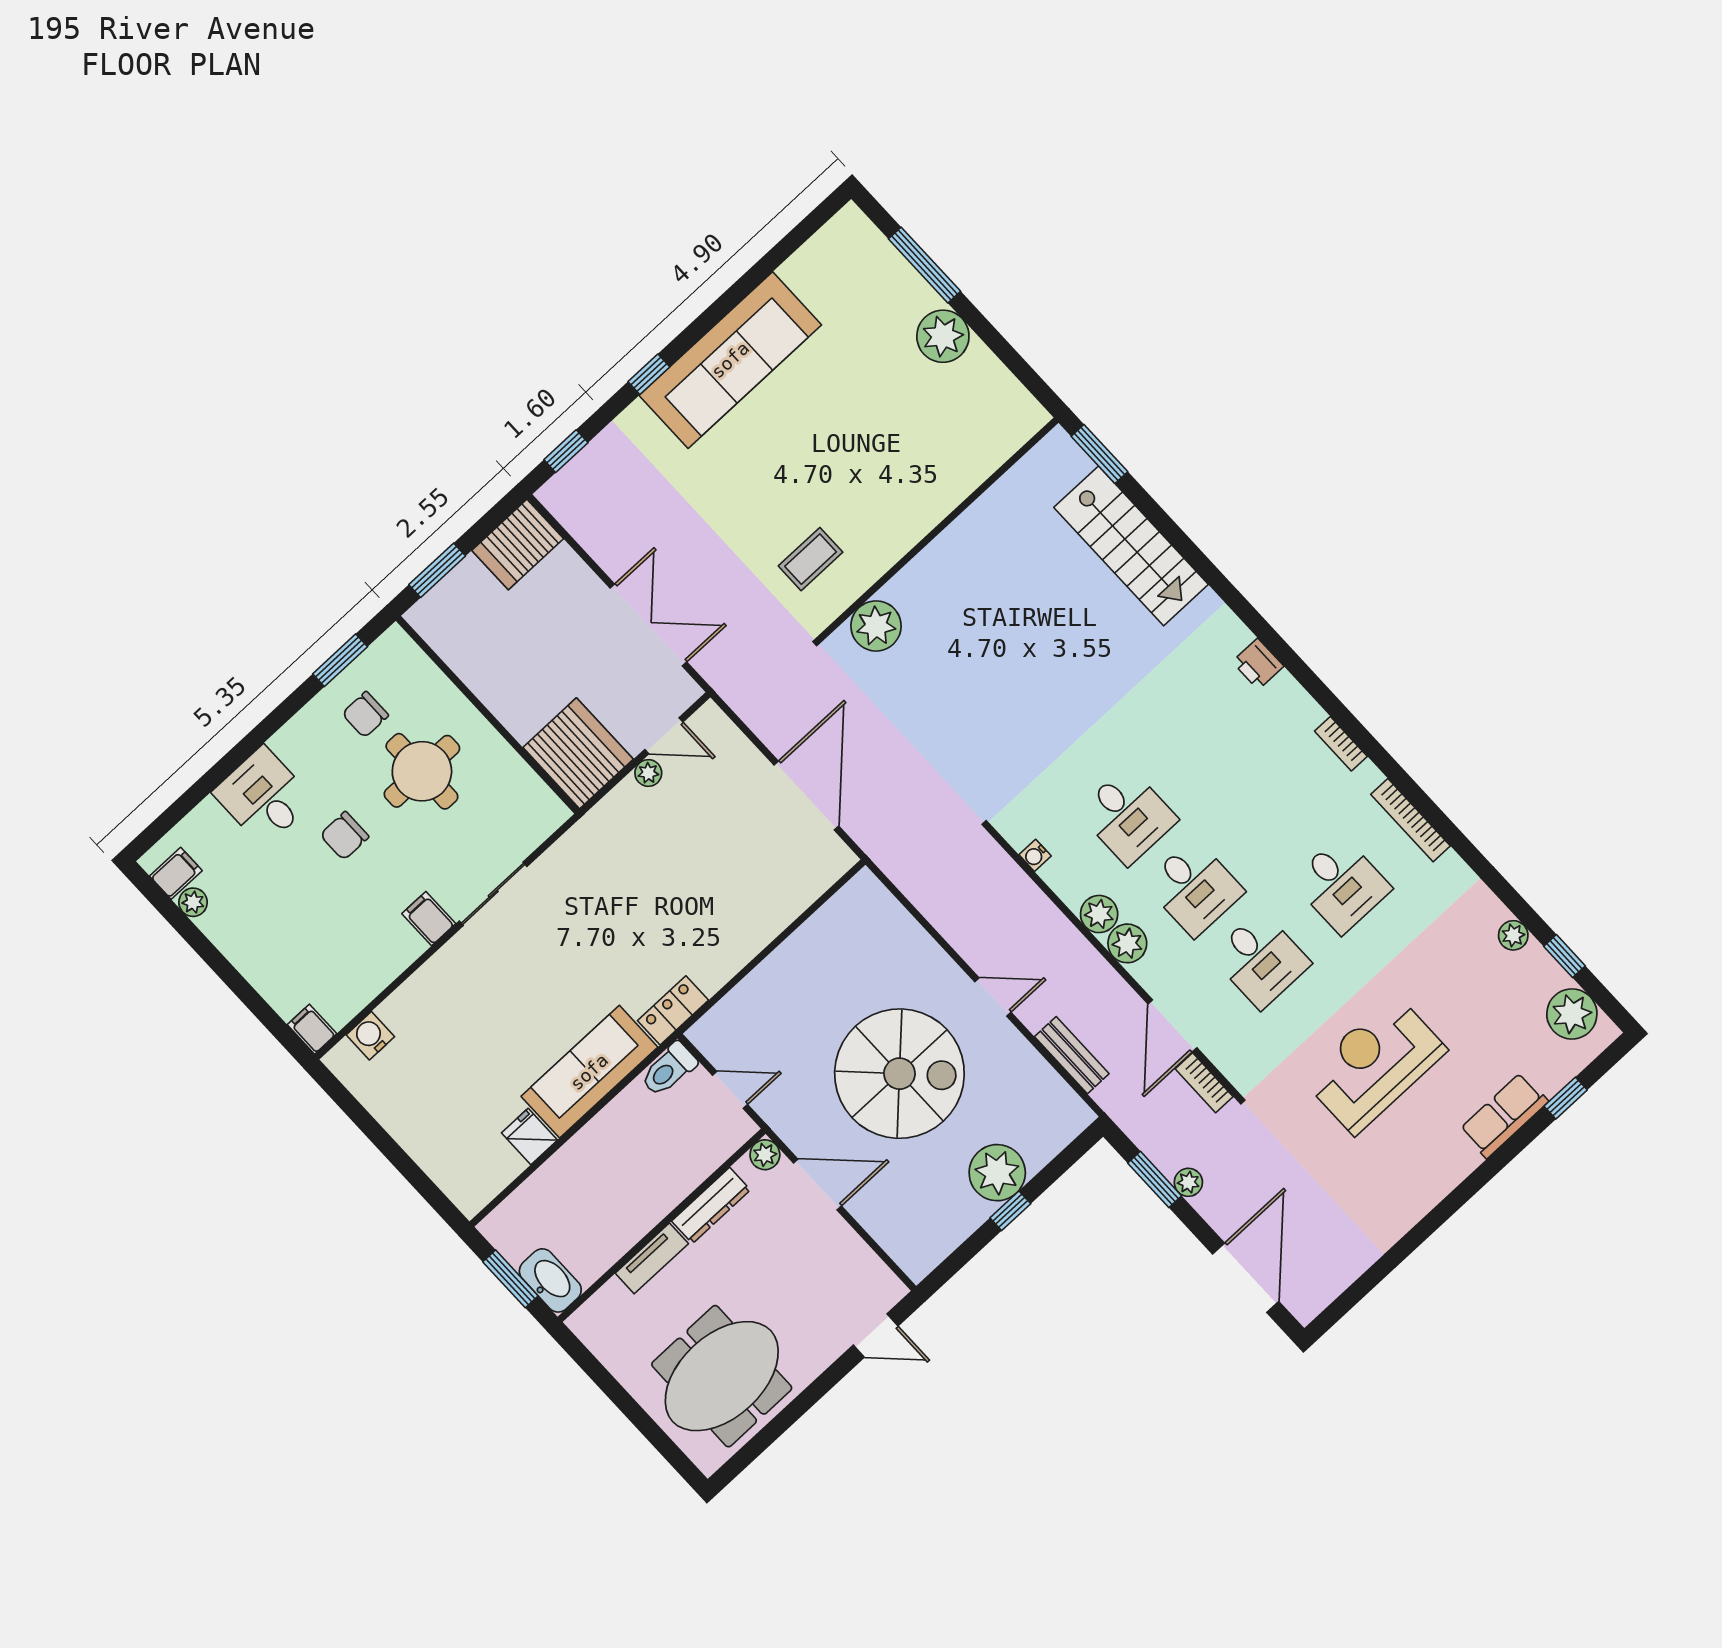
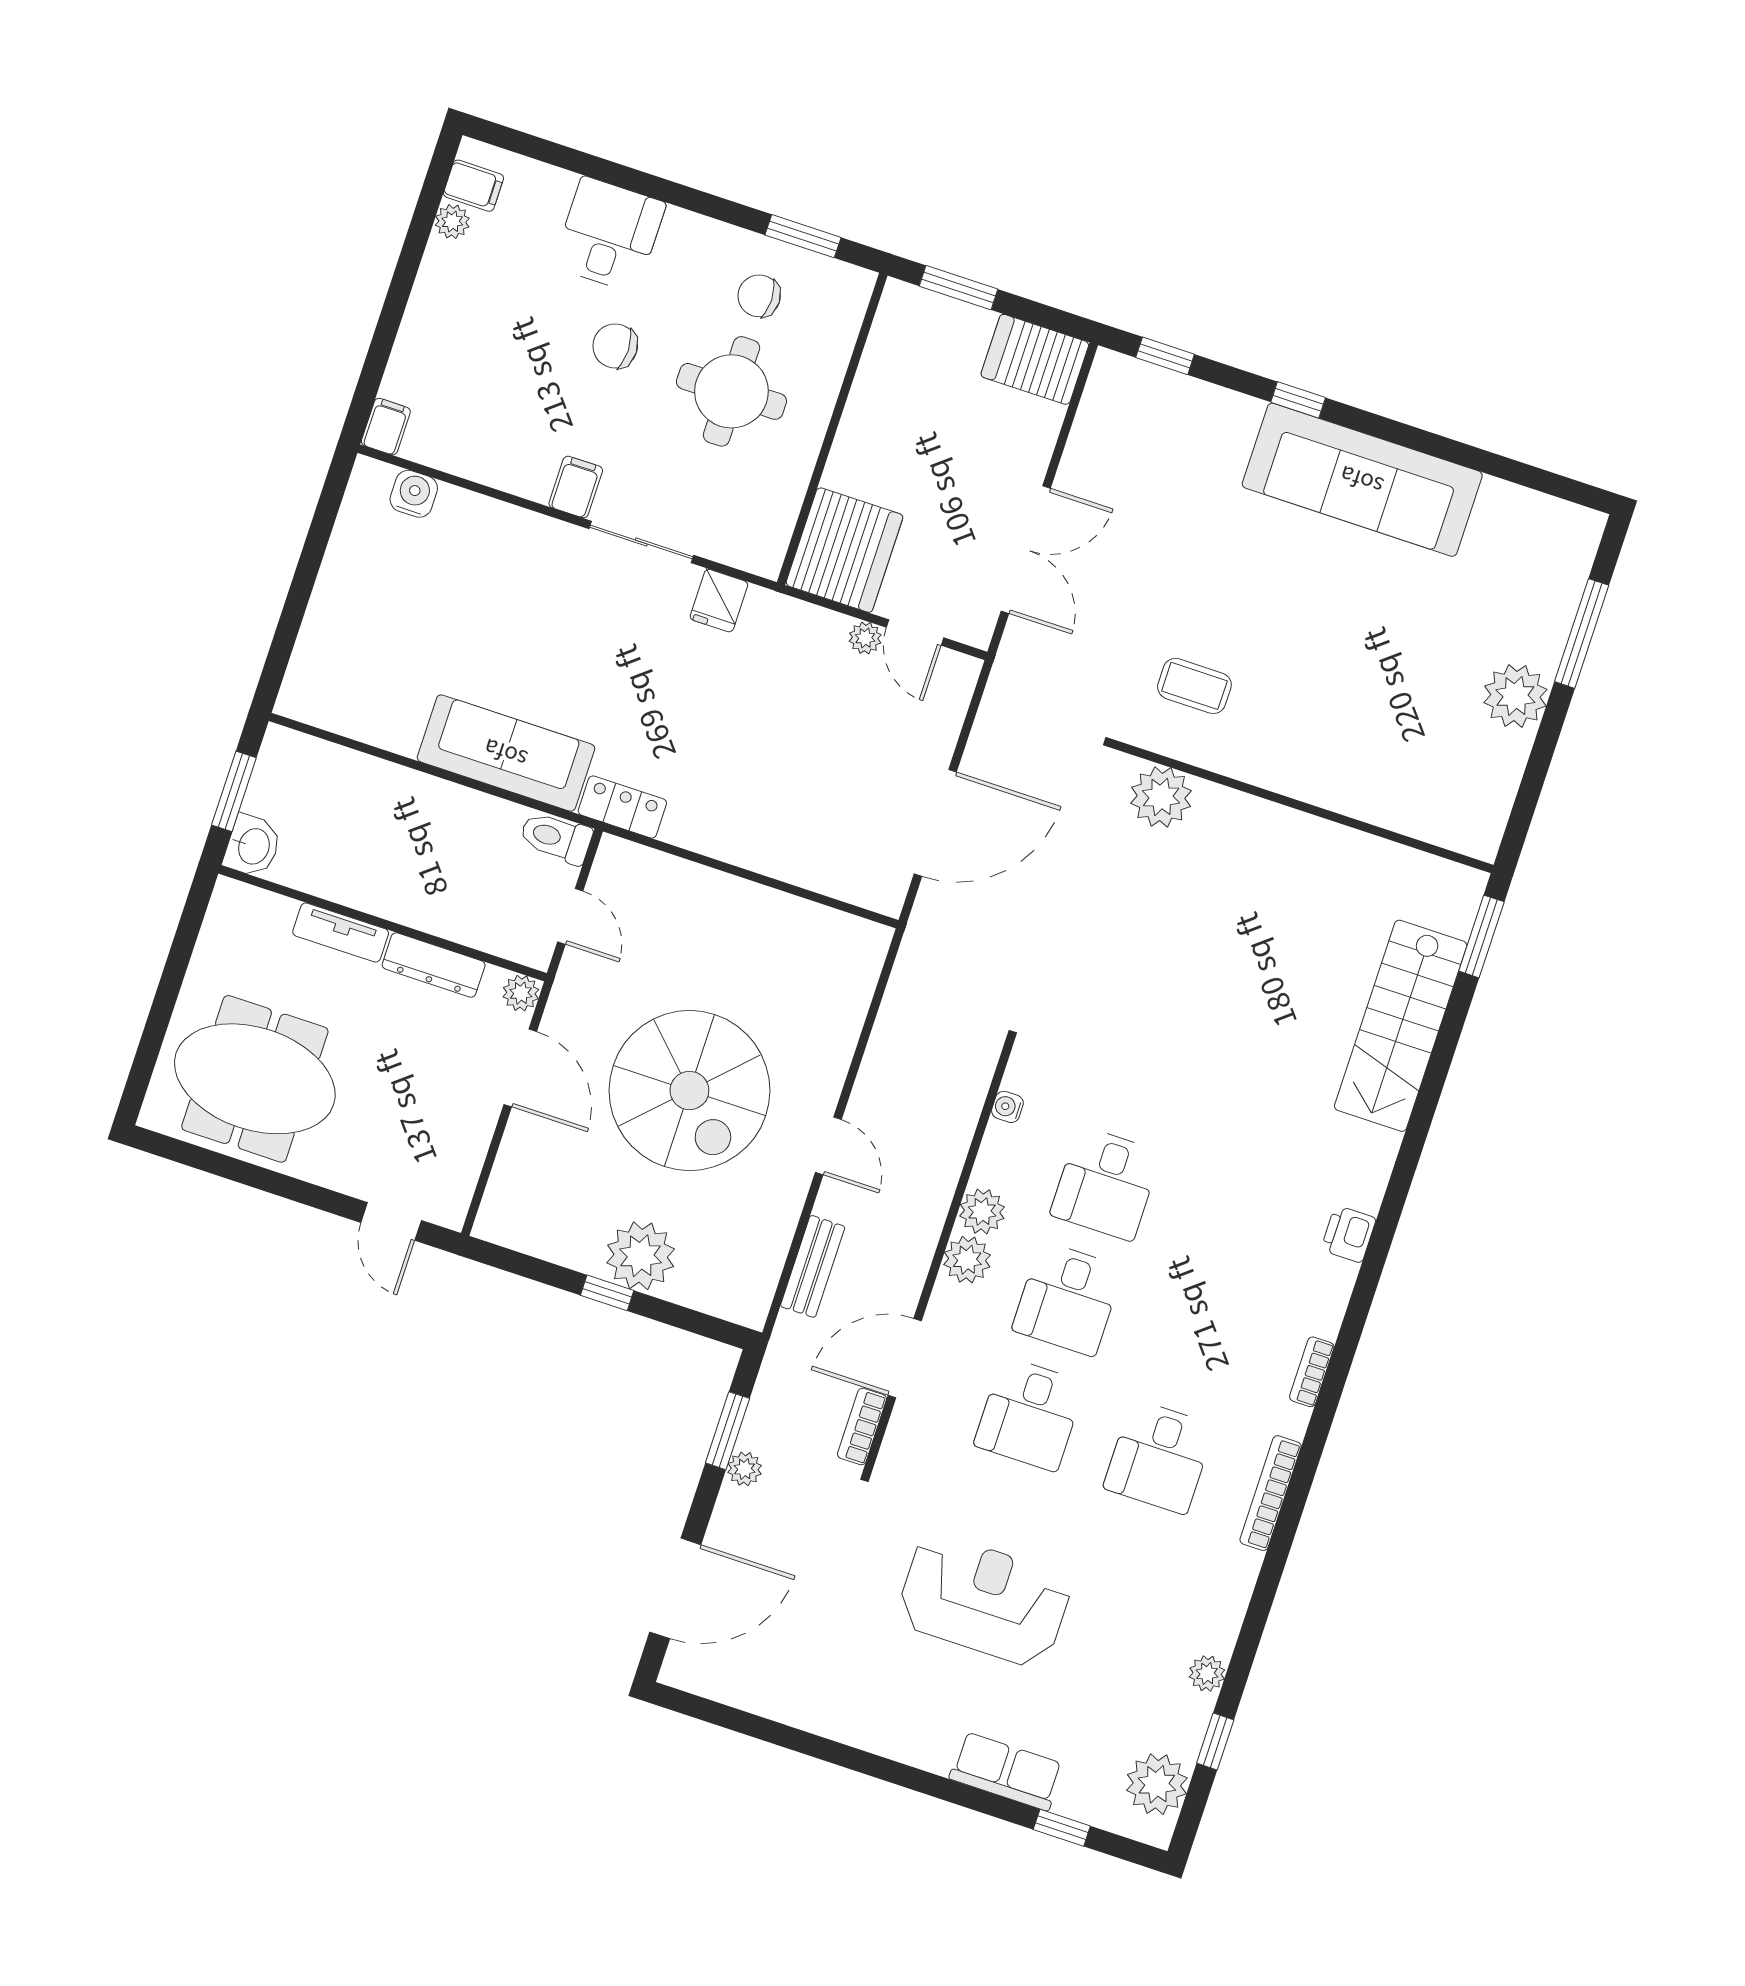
fridge: (529, 1136) -> (719, 601), moved, turned 180
washbasin: (550, 1280) -> (253, 846), width x0.72

